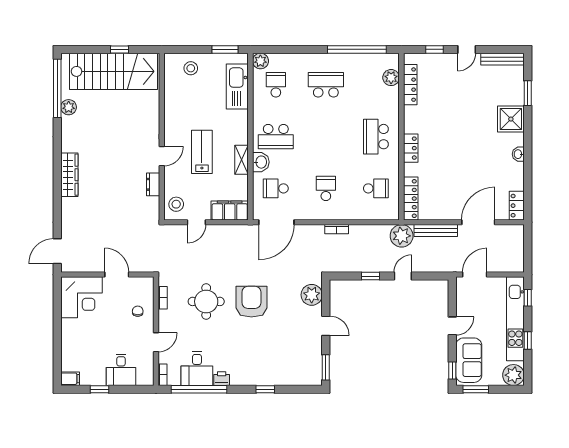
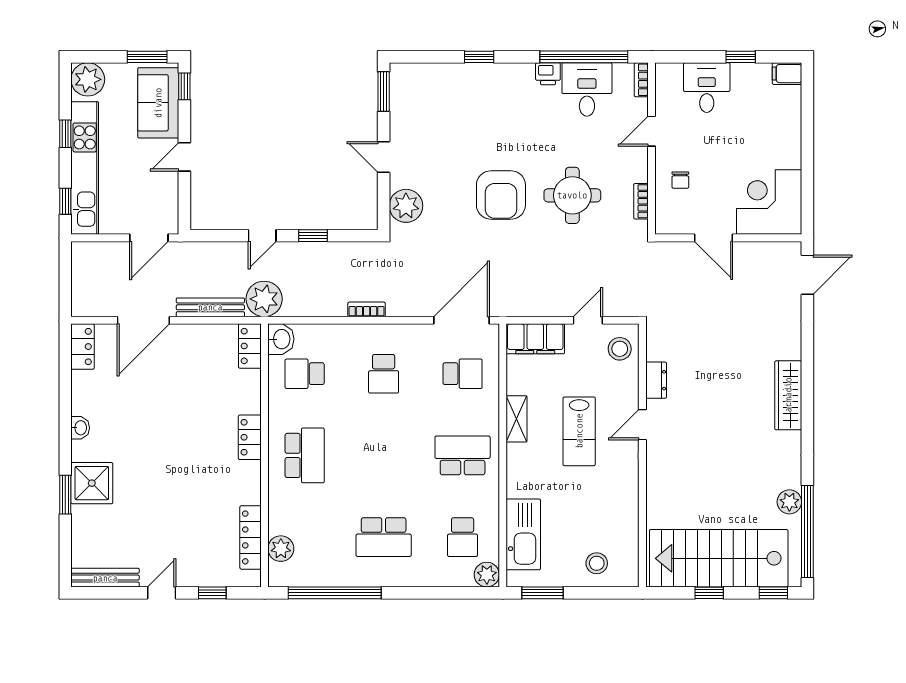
window: (79, 49) -> (773, 593), added
window: (528, 93) -> (65, 495), moved
washbasin: (261, 162) -> (281, 339), moved, turned 180
locker: (411, 199) -> (250, 346), width x0.66

